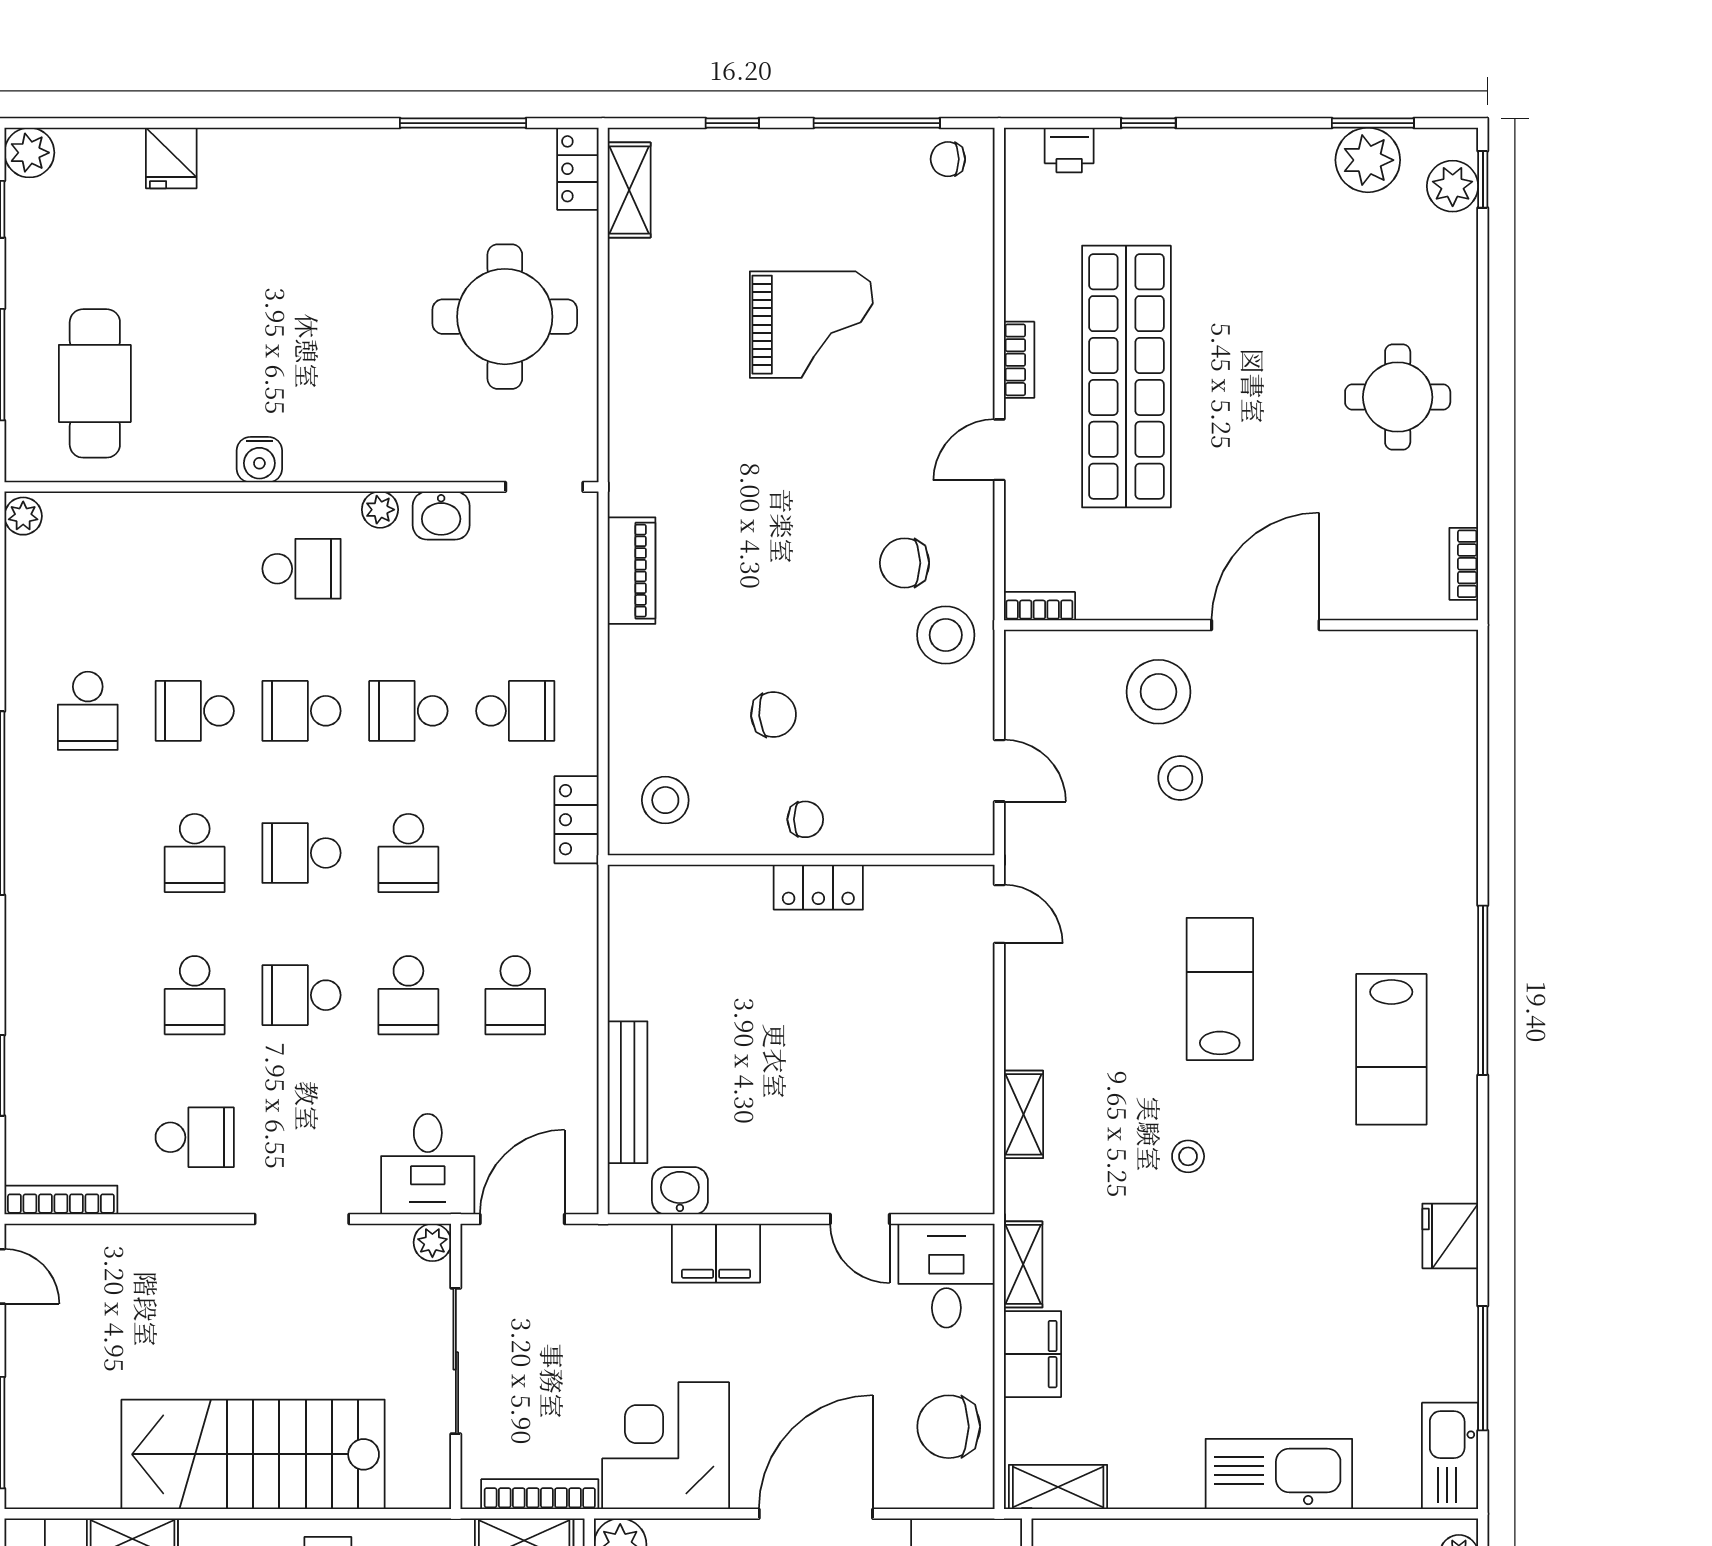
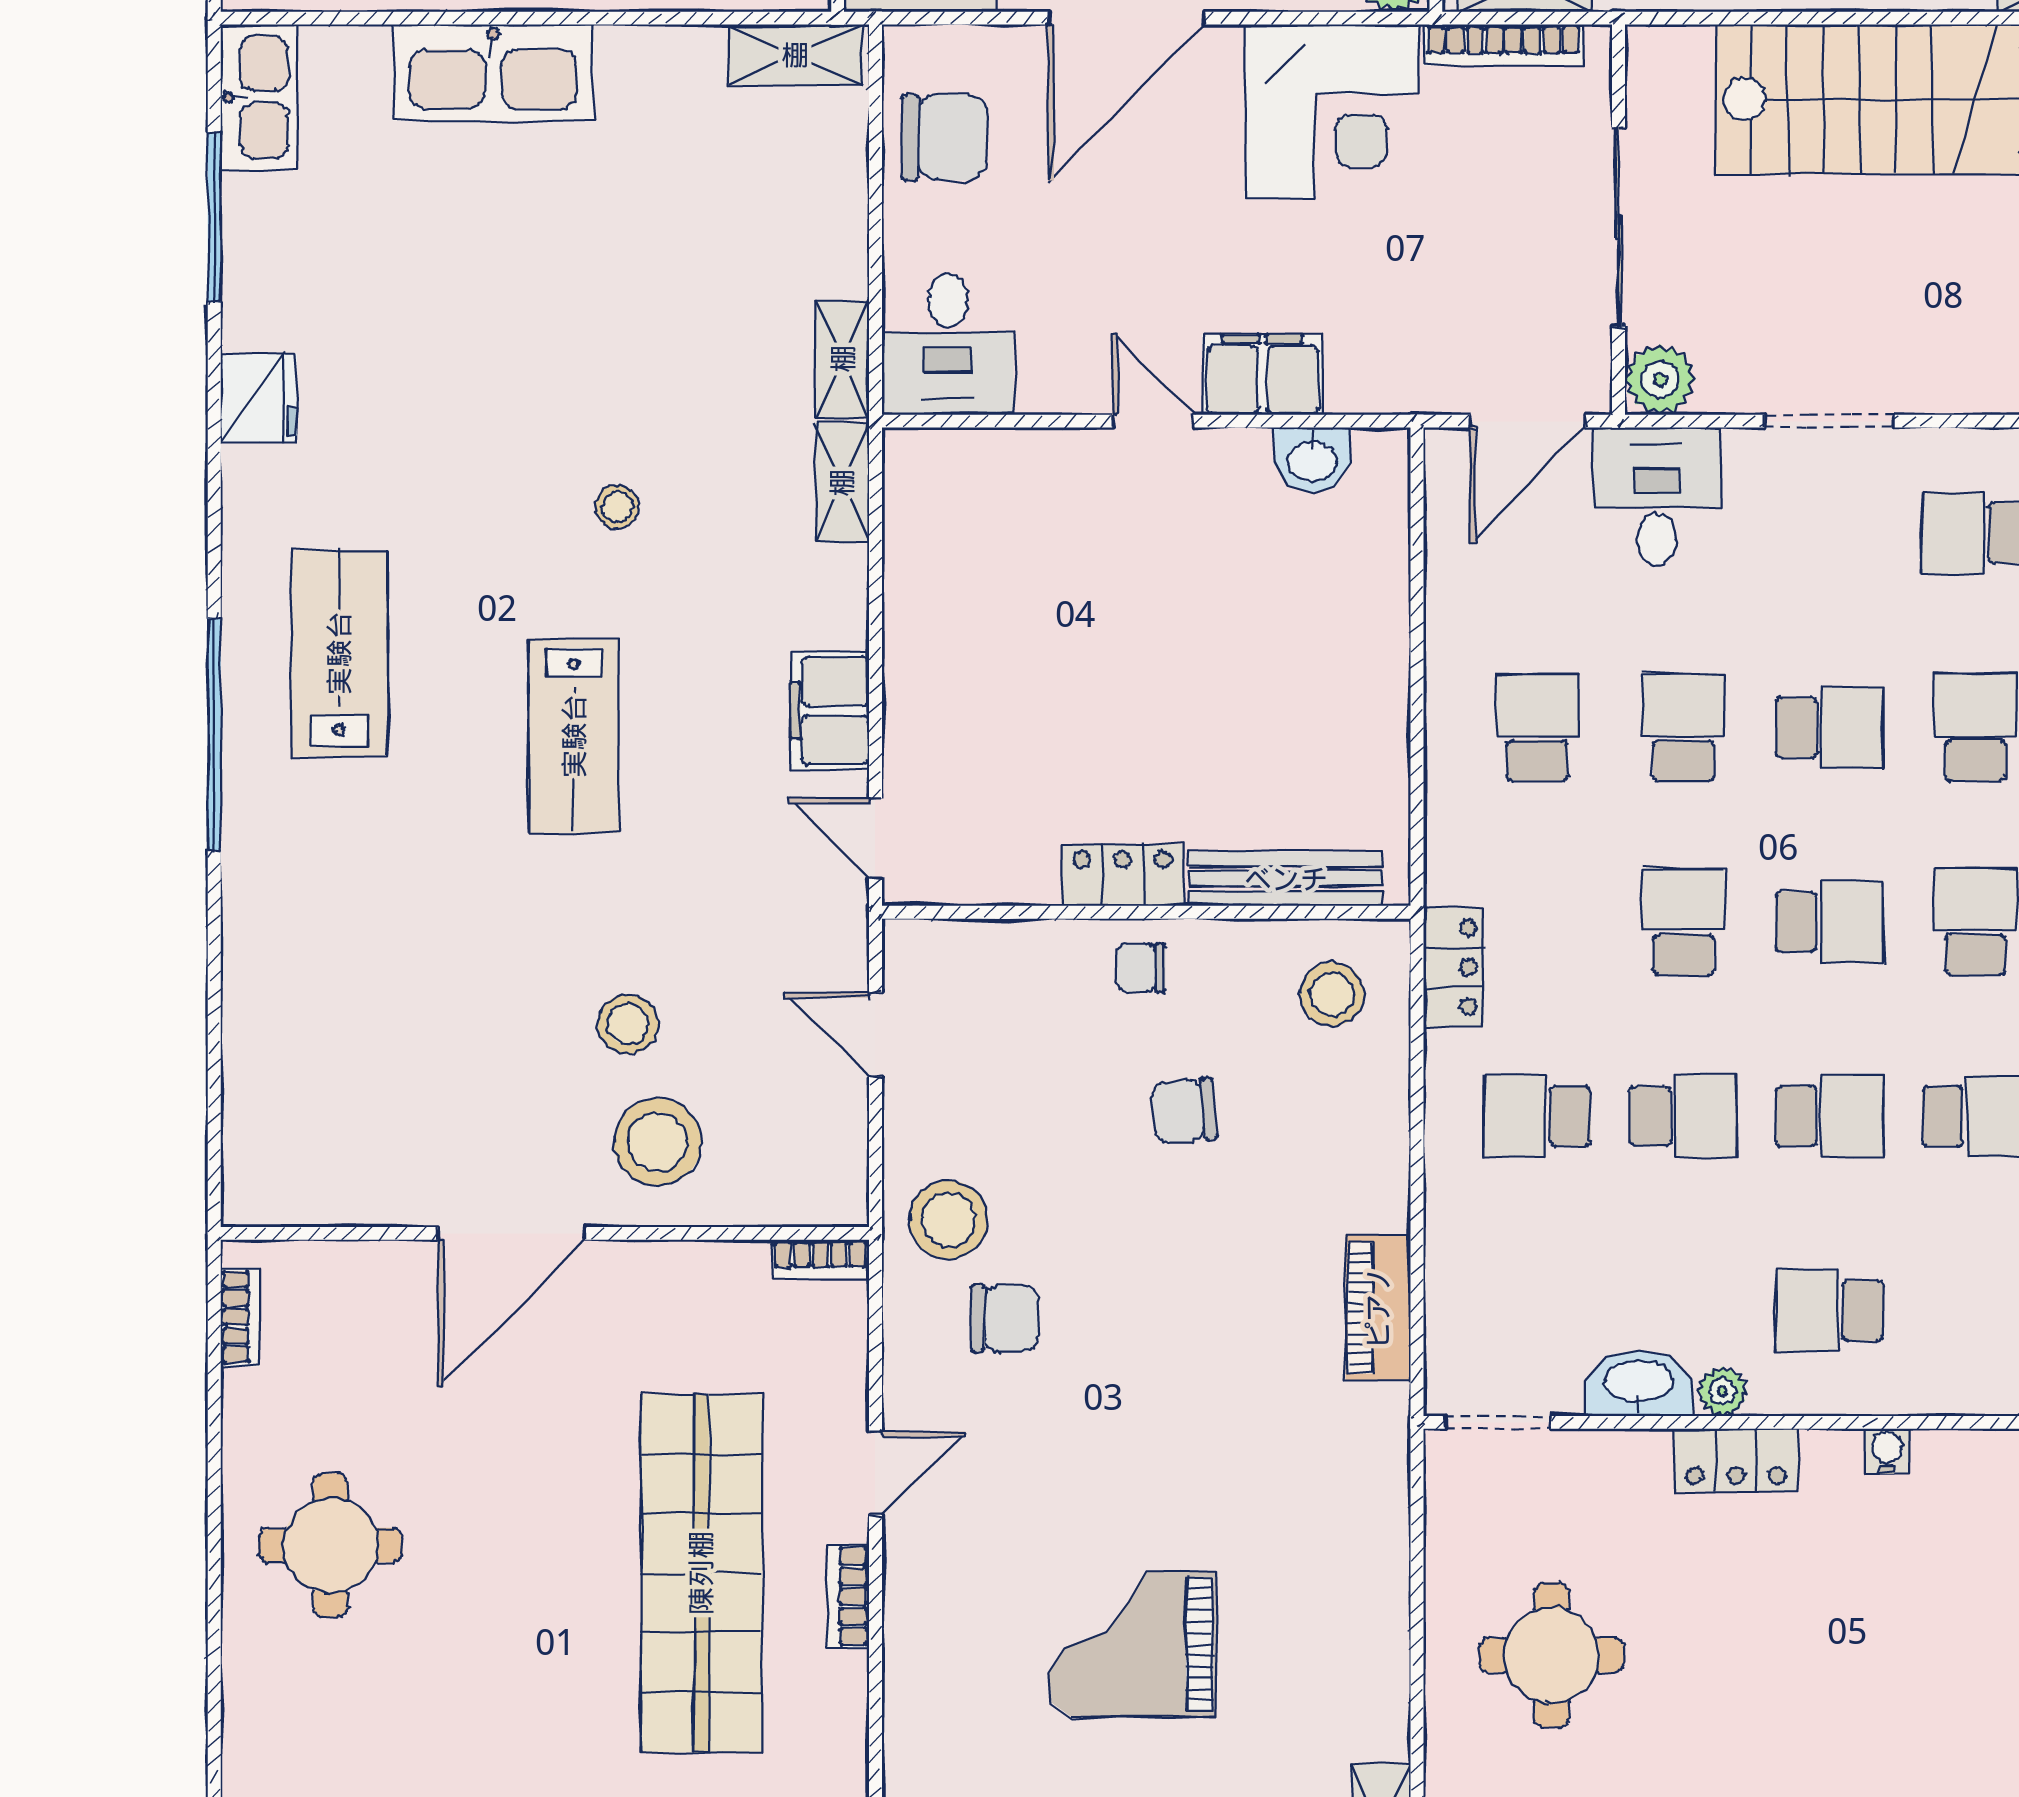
round table: (505, 317) -> (1552, 1655), width x0.73, depth x0.73
locker: (370, 459) -> (1736, 1460), added
water cooler: (259, 460) -> (1887, 1451), width x0.72, depth x0.72
washbasin: (441, 516) -> (1639, 1383), width x1.38
bench: (628, 1092) -> (1286, 879), moved, turned 90
shelving: (1023, 1114) -> (842, 483), moved
door: (860, 1219) -> (1153, 421), moved
plant: (432, 1242) -> (1660, 380), width x1.38, depth x1.38
filing cabinet: (1032, 1354) -> (830, 711), moved

